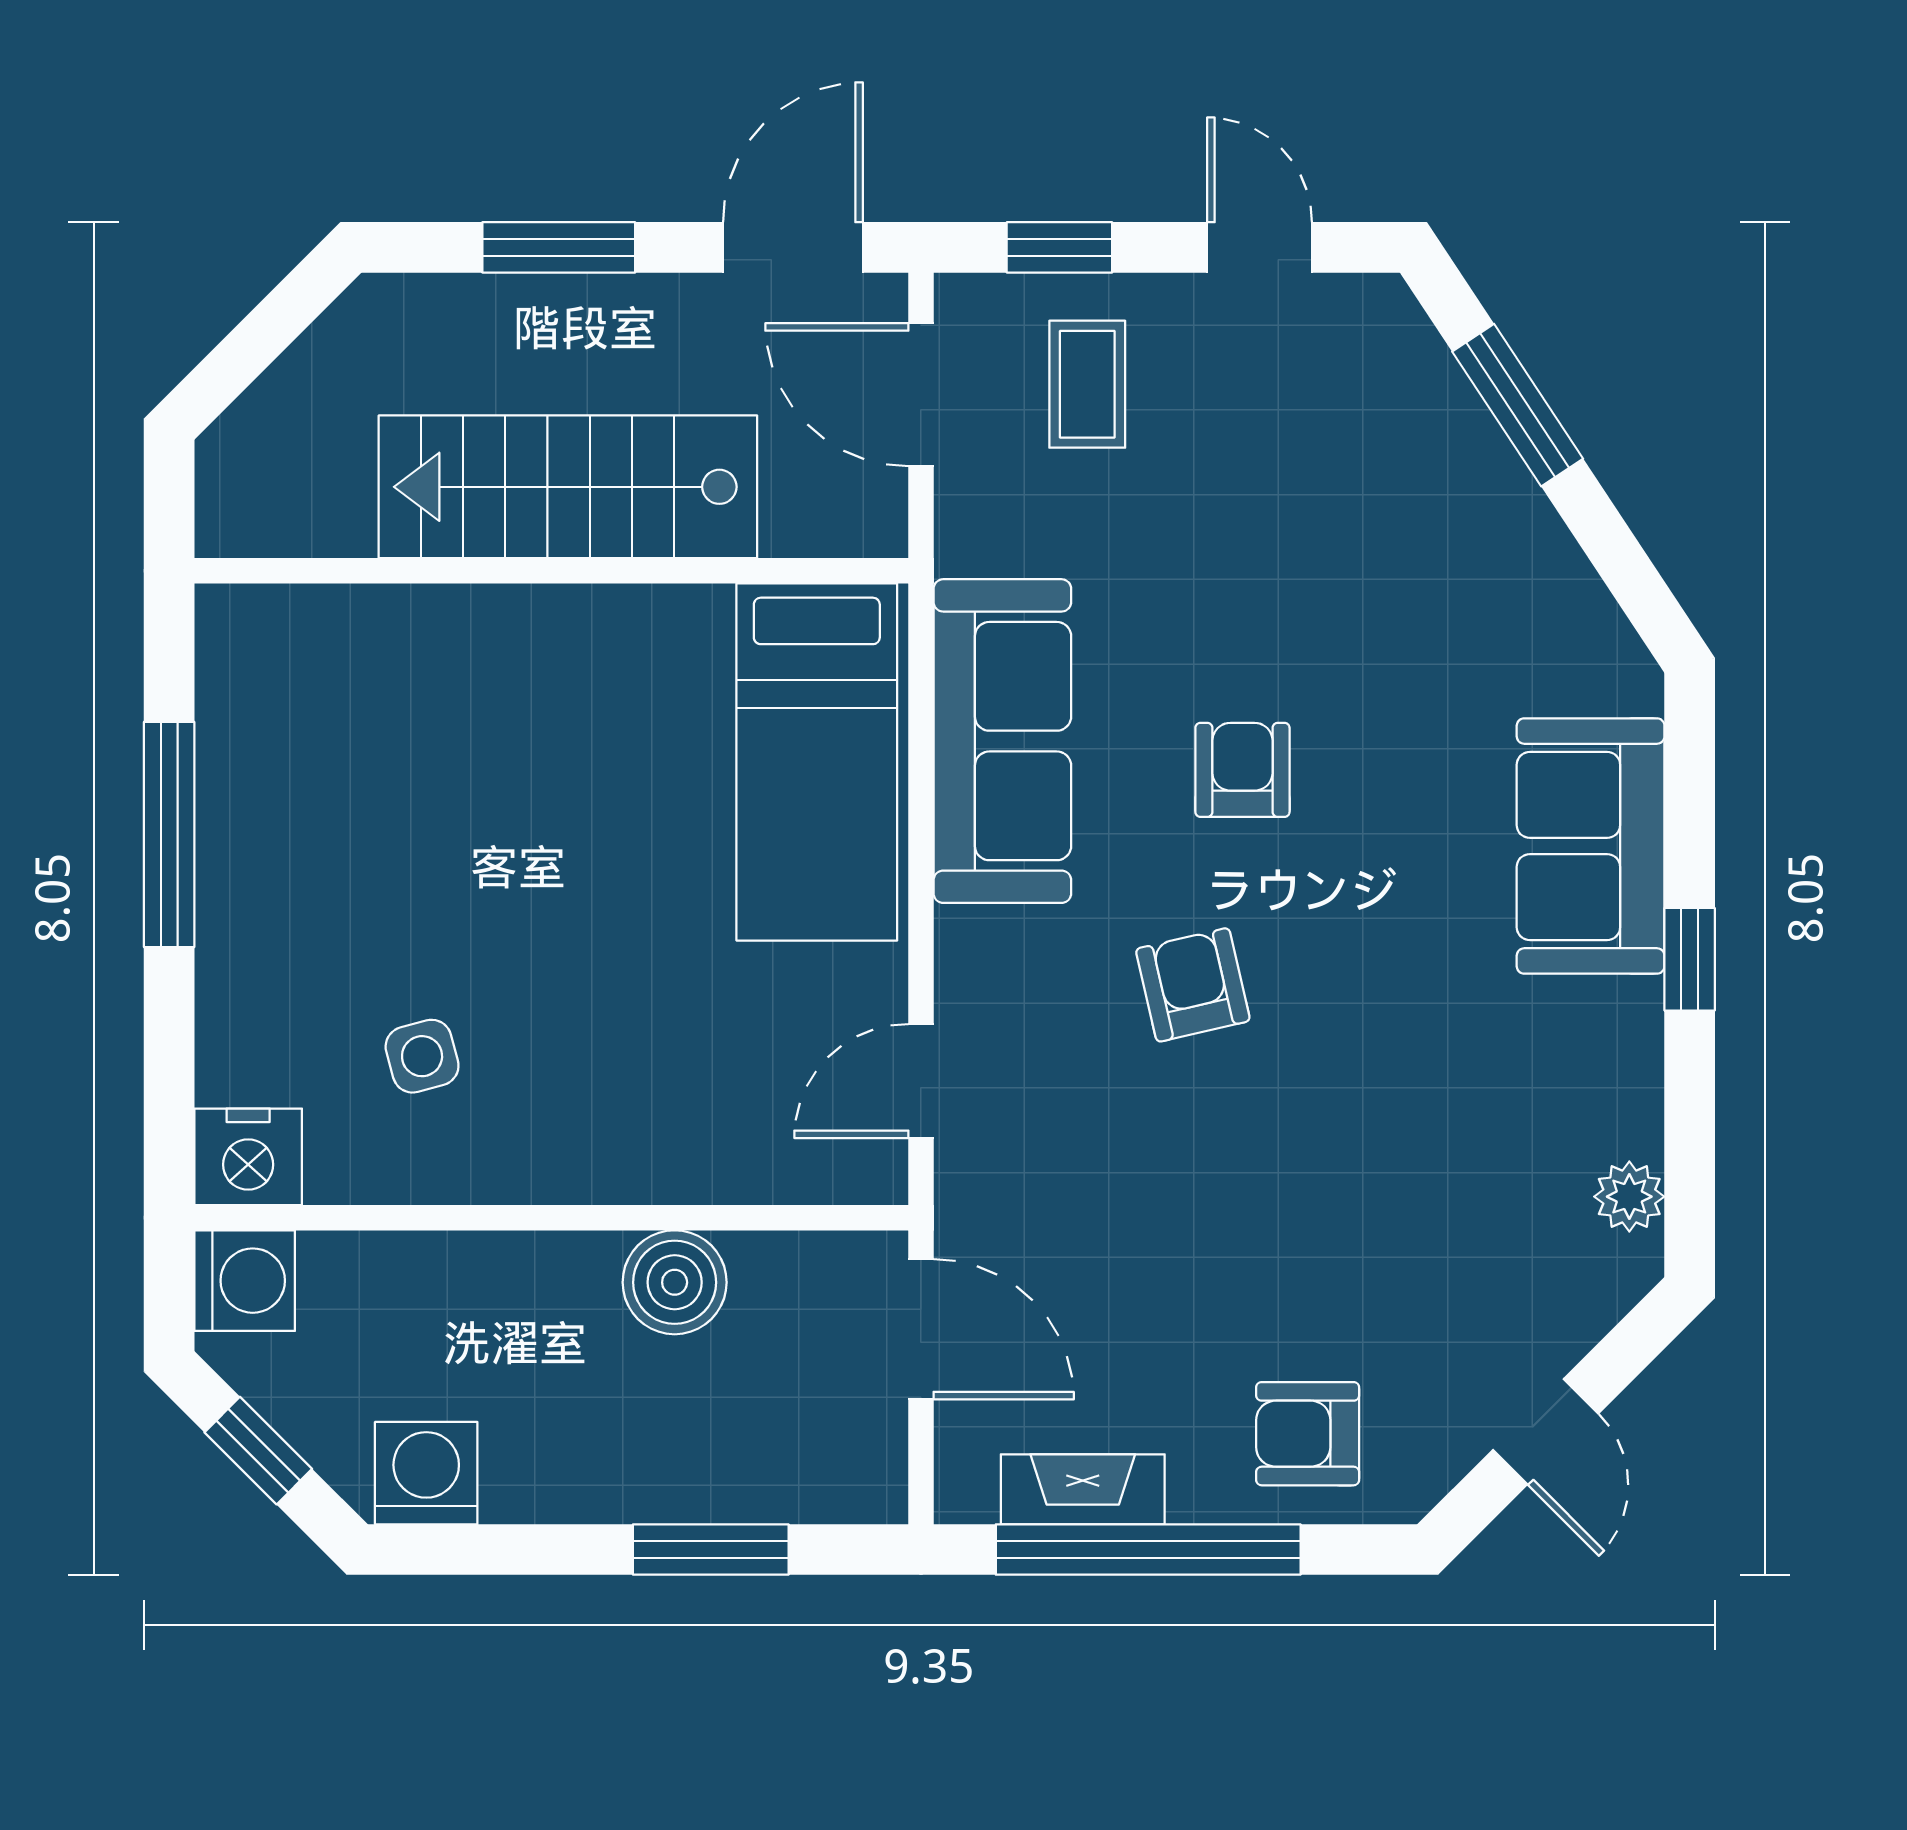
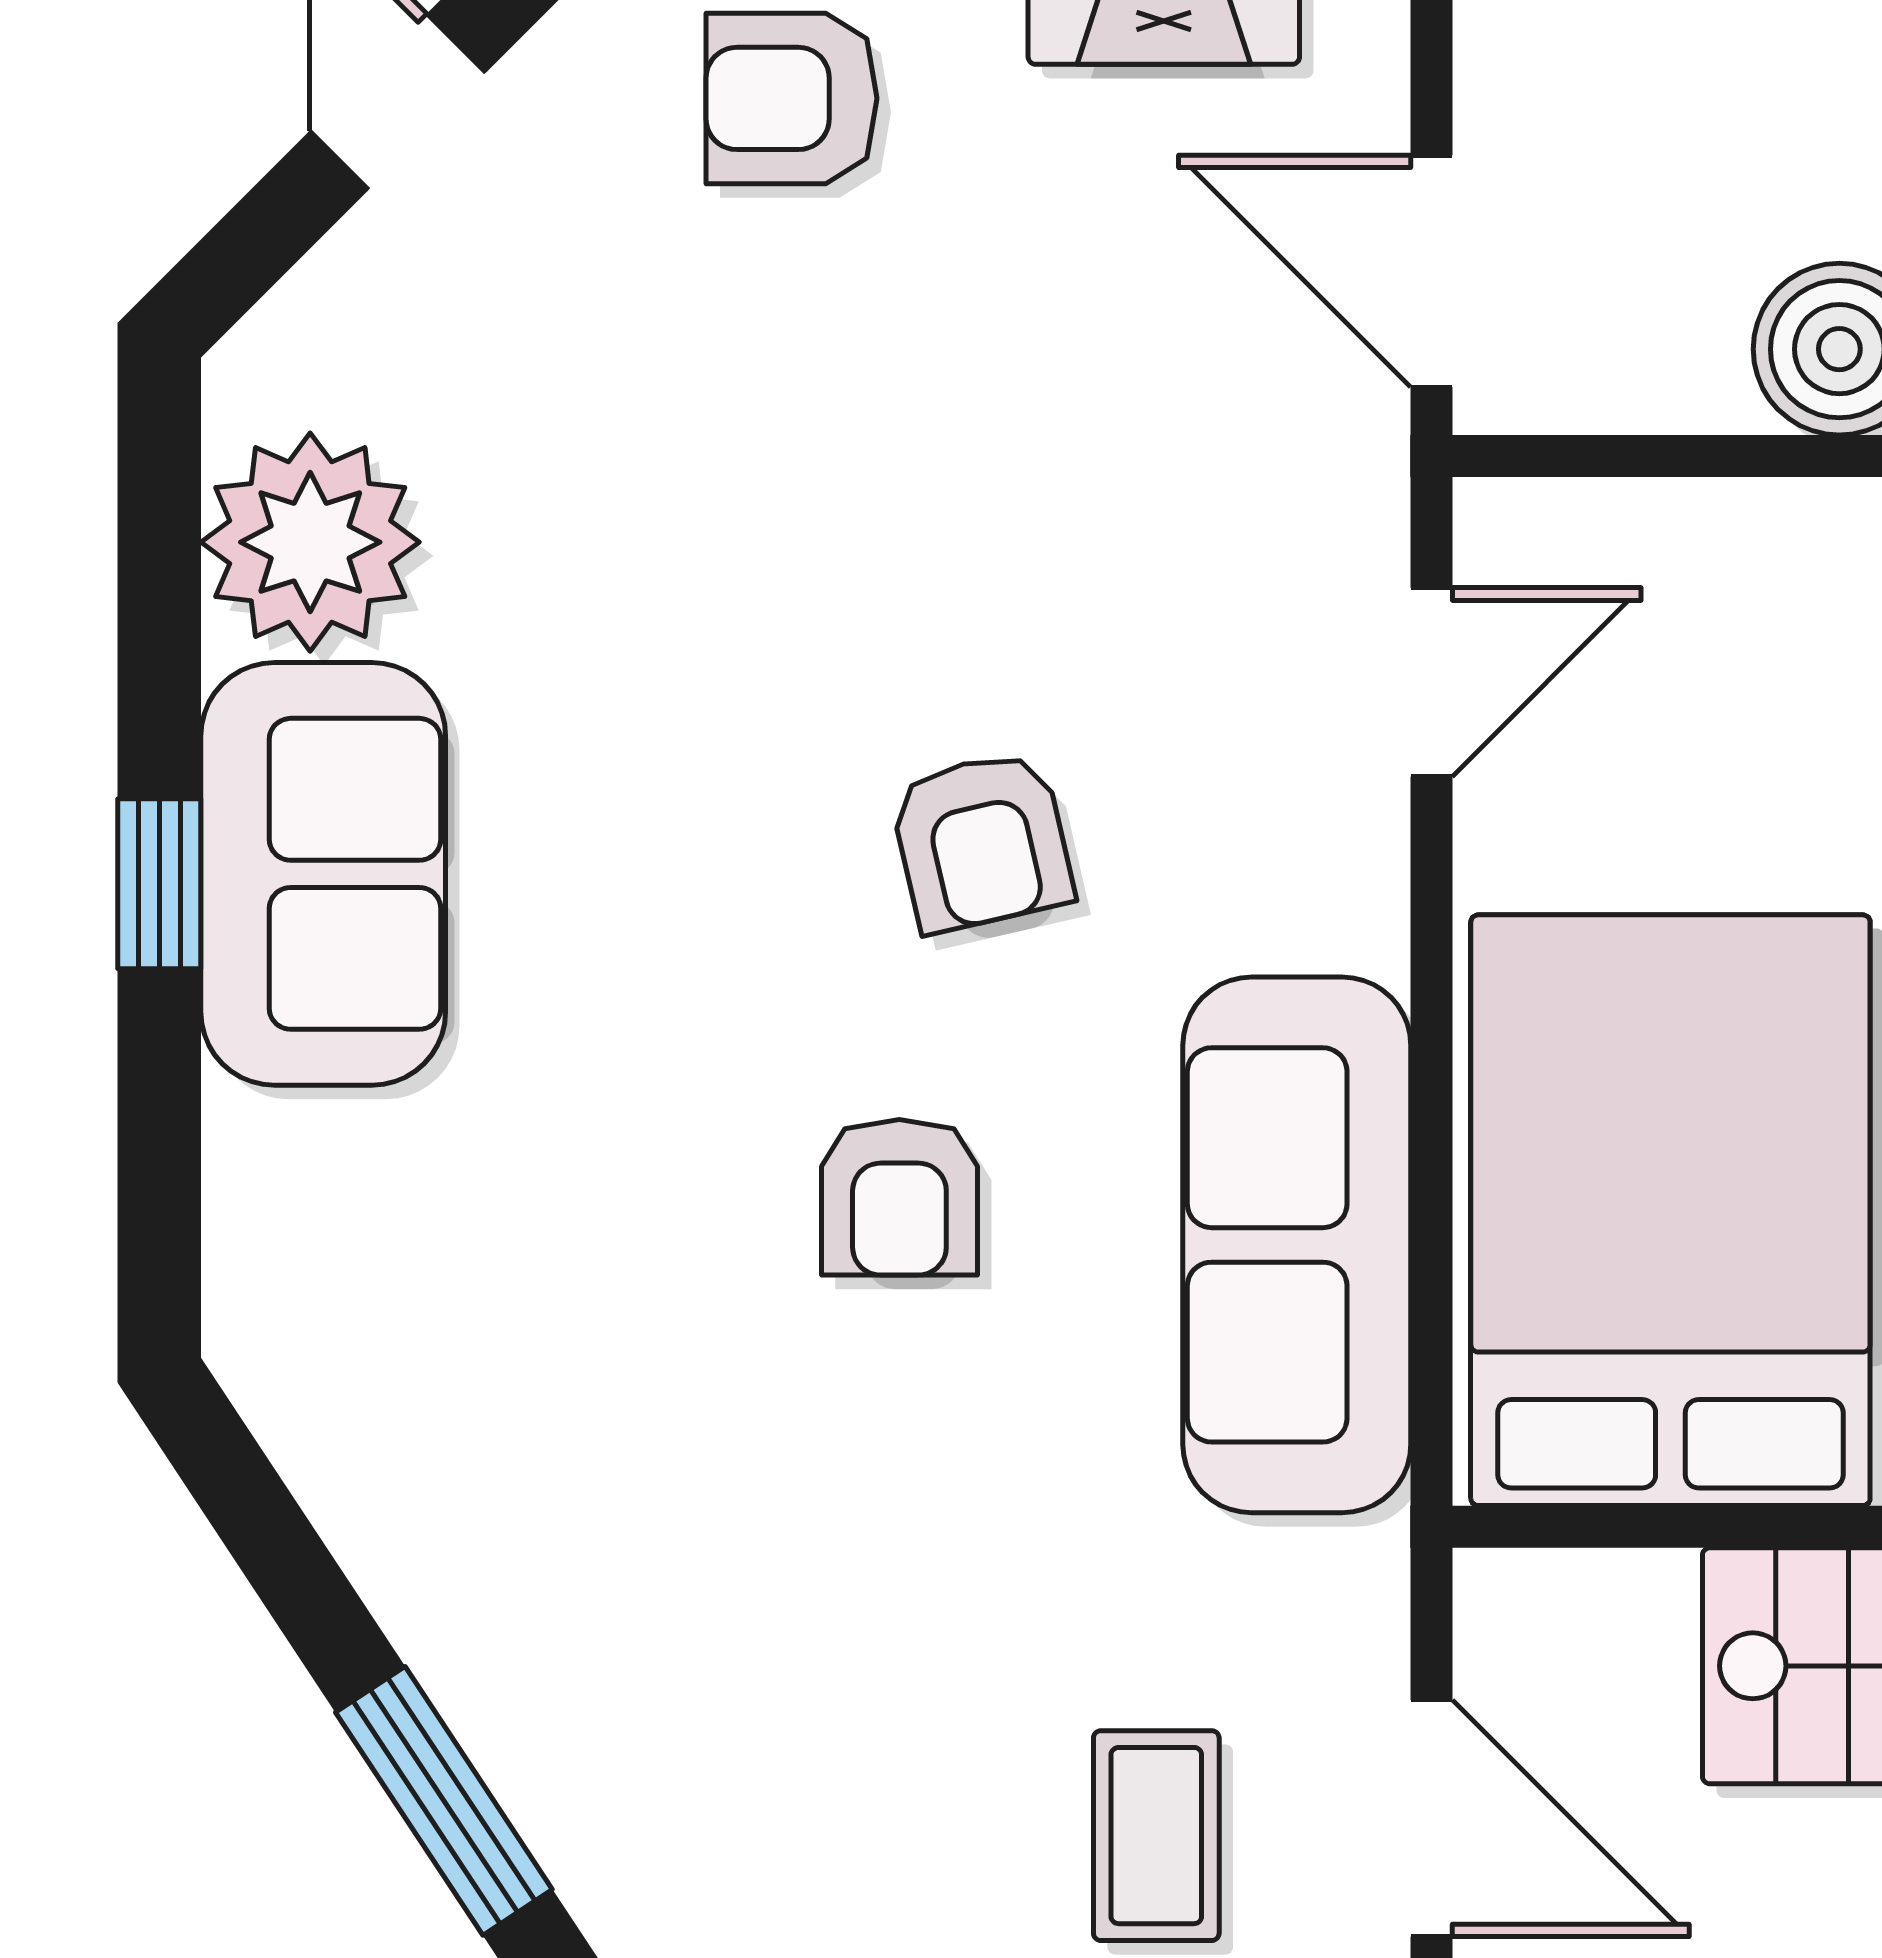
bed: (817, 762) -> (1670, 1210), width x1.50
sofa: (1591, 846) -> (323, 874), moved
plant: (1629, 1197) -> (310, 542), width x1.87, depth x1.87
armchair: (1308, 1434) -> (792, 98), turned 180

